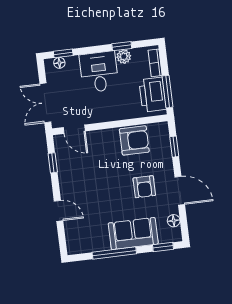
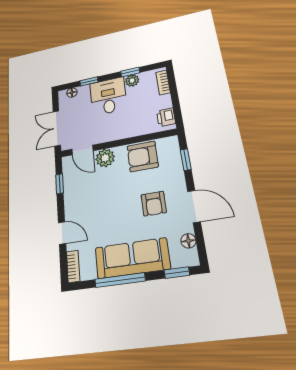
window: (63, 53) -> (89, 81), moved
window: (167, 92) -> (176, 107), removed
printer: (153, 95) -> (166, 117), width x0.53, depth x0.68
plant: (98, 139) -> (105, 158), added
armchair: (134, 140) -> (143, 156), turned 180
sofa: (133, 234) -> (132, 258), width x1.36
bookcase: (71, 241) -> (73, 266), added

